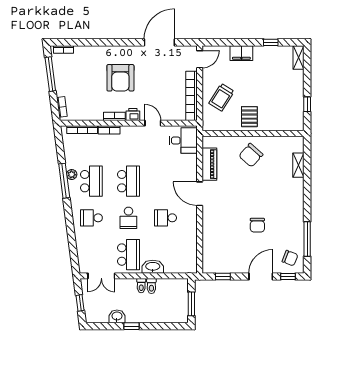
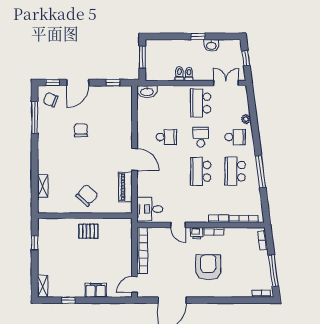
trolley: (222, 97) -> (114, 249), removed
pallet: (249, 117) -> (88, 231), turned 90
plant: (72, 175) -> (246, 119), moved
washbasin: (153, 267) -> (147, 92), moved

